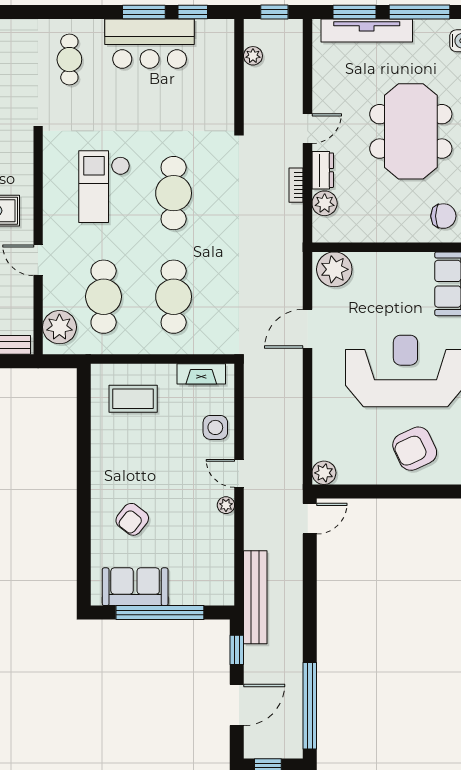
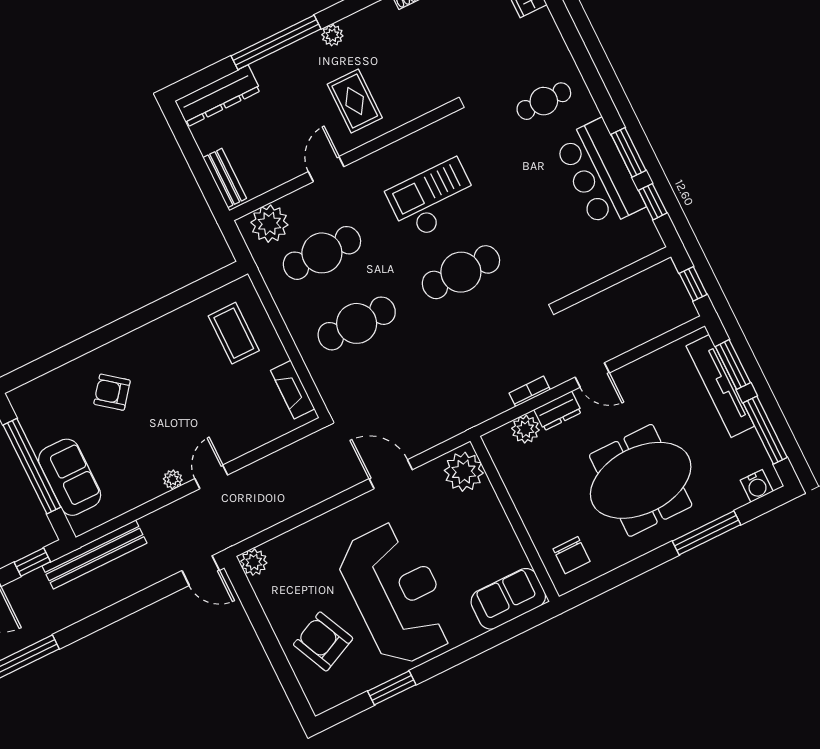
plant: (253, 56) -> (639, 284), removed
side table: (215, 427) -> (246, 430), removed
sofa: (135, 587) -> (70, 477), moved

